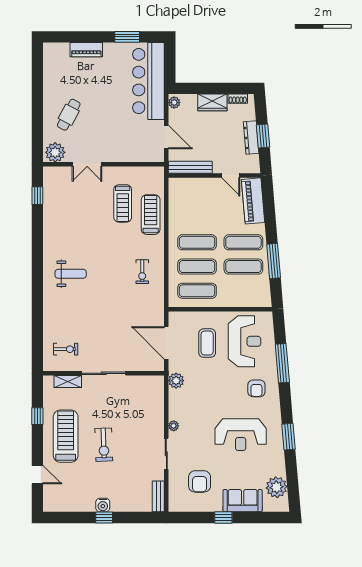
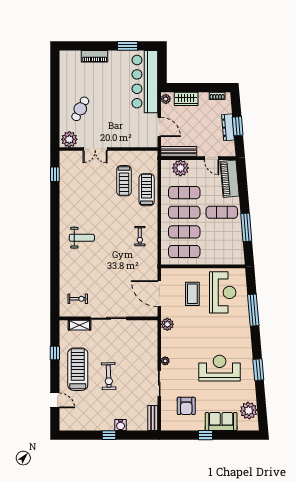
wardrobe: (212, 102) -> (186, 99), moved
plant: (192, 188) -> (180, 168), added
exercise mat: (243, 267) -> (184, 193), moved
armchair: (256, 388) -> (232, 331), removed
reception desk: (241, 435) -> (220, 368), turned 180
water cooler: (103, 505) -> (121, 425), moved

